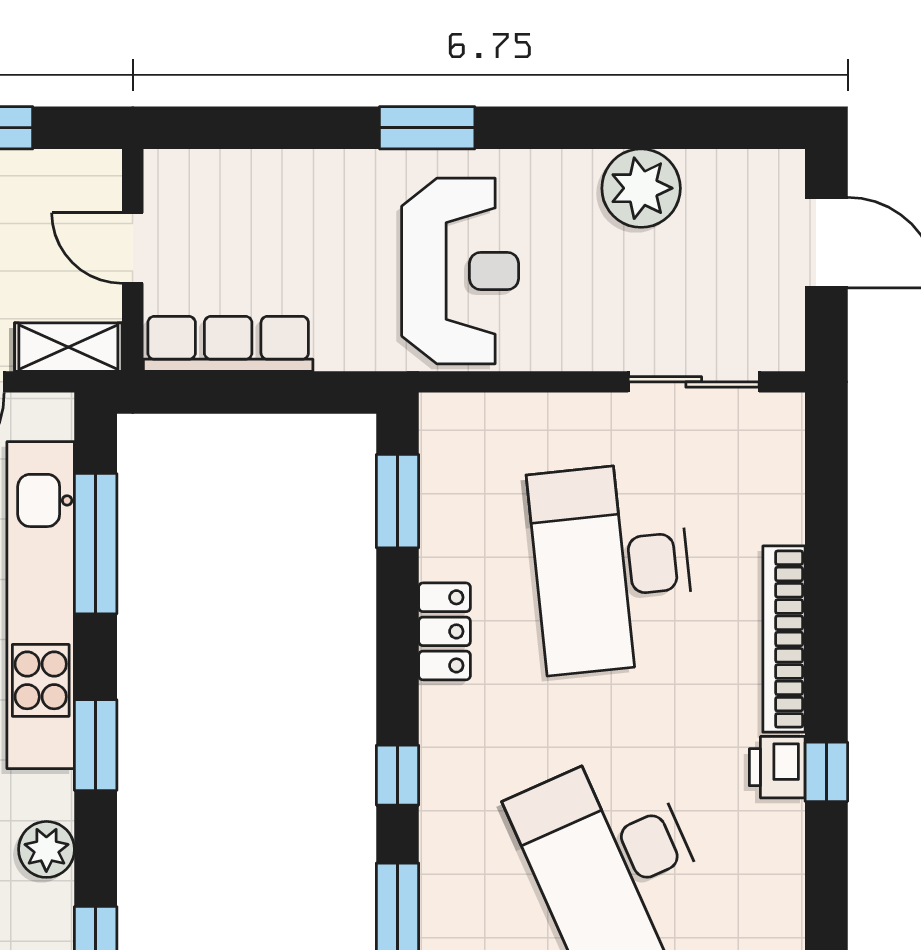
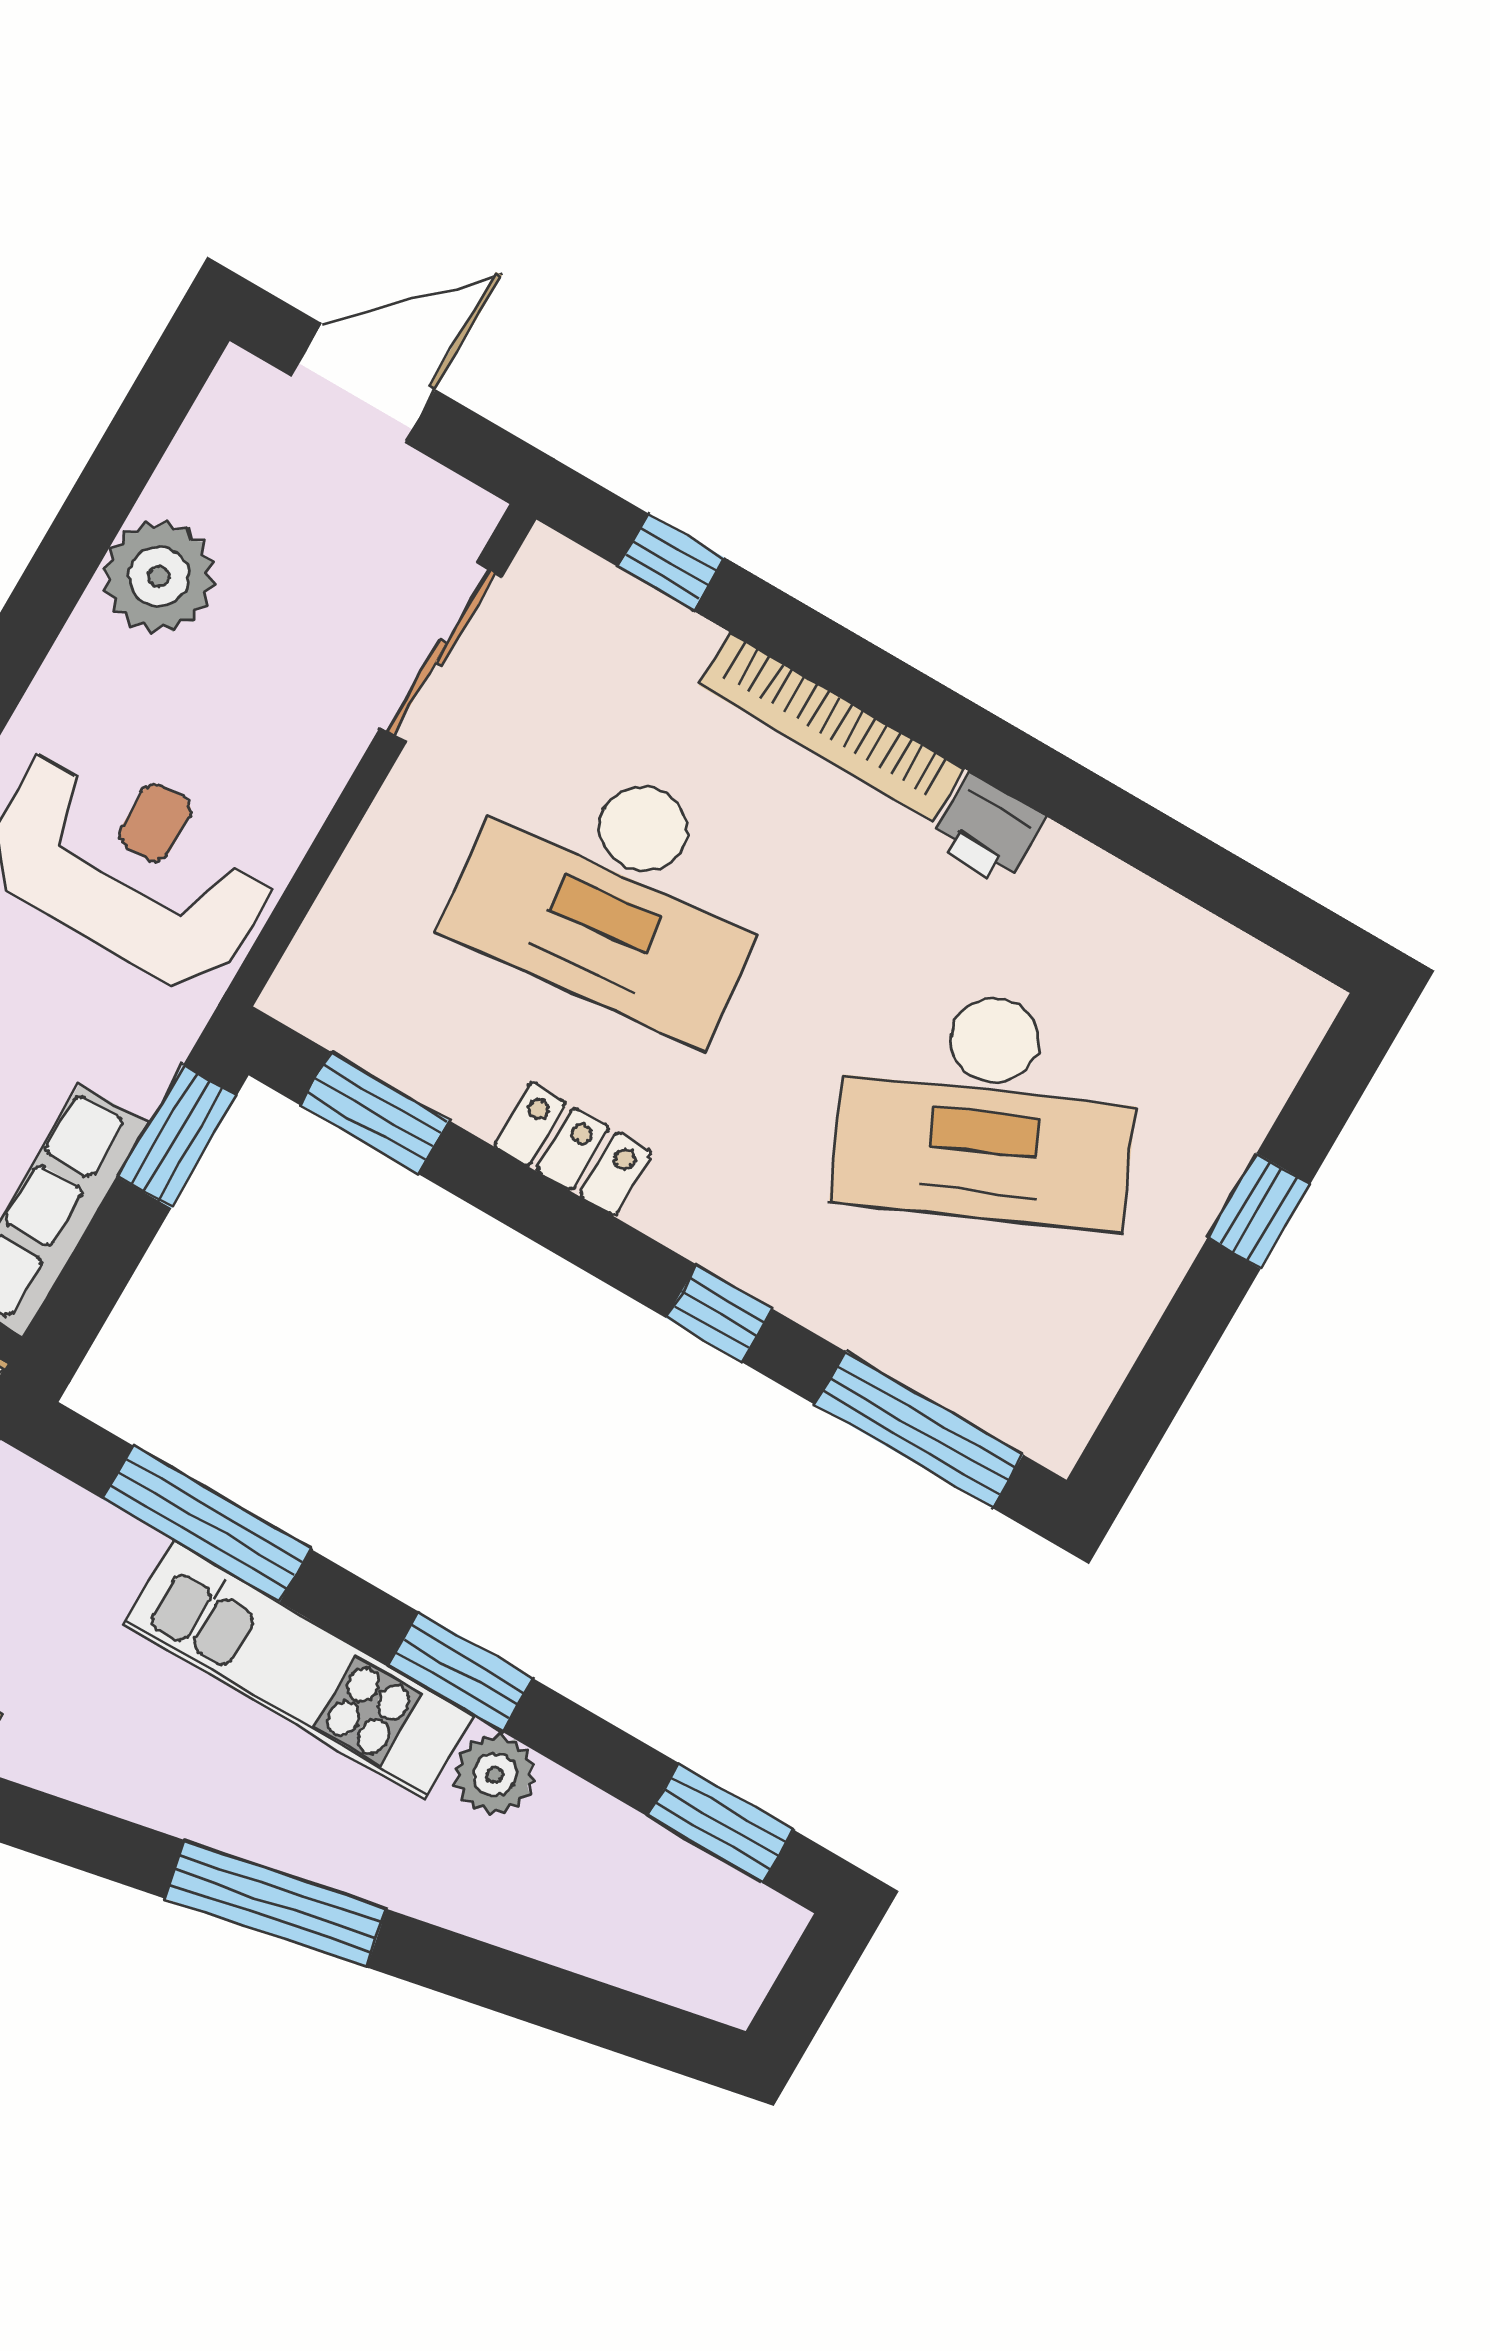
window: (315, 392) -> (177, 1136), added
kitchen unit: (41, 605) -> (299, 1670), width x0.73
window: (826, 772) -> (671, 562), moved
plant: (46, 849) -> (495, 1774), moved

